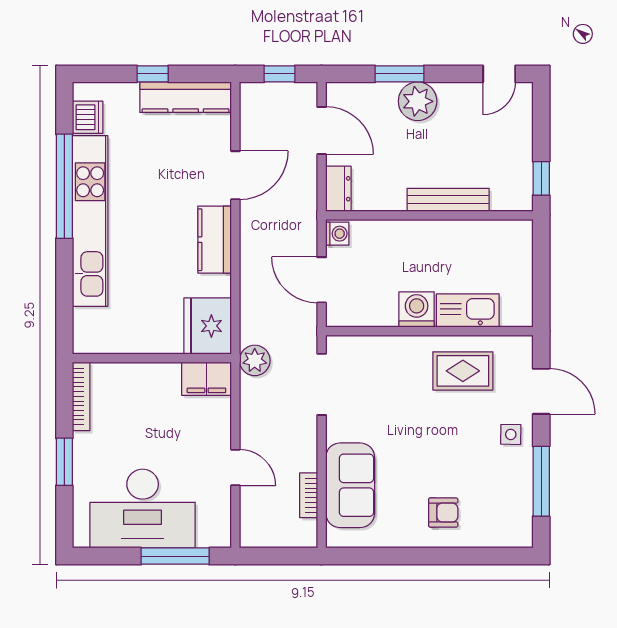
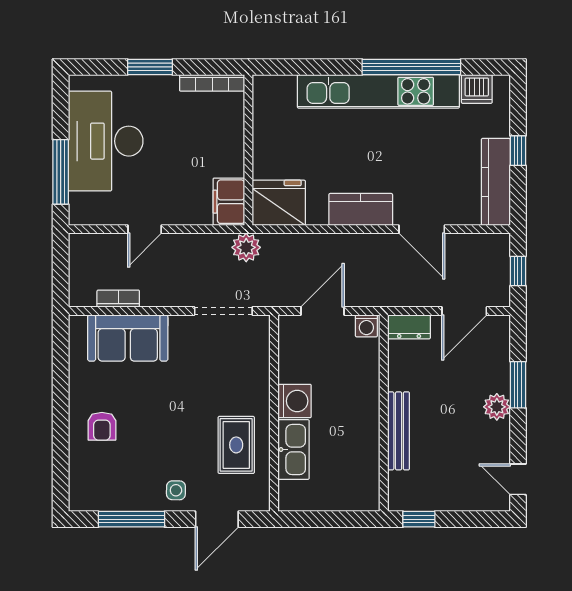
plant: (418, 101) -> (497, 407), width x0.73, depth x0.73

